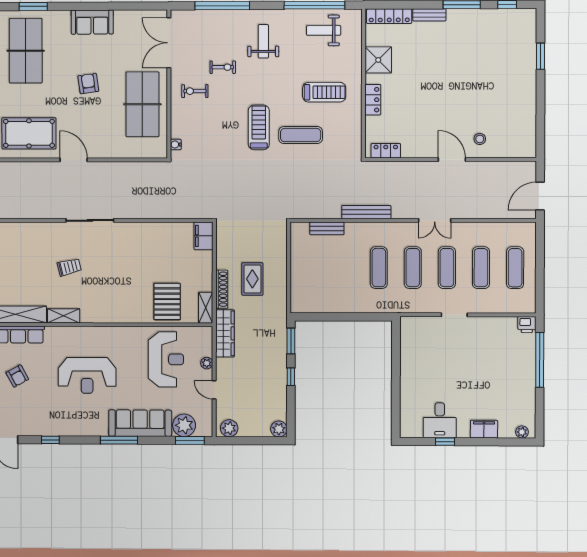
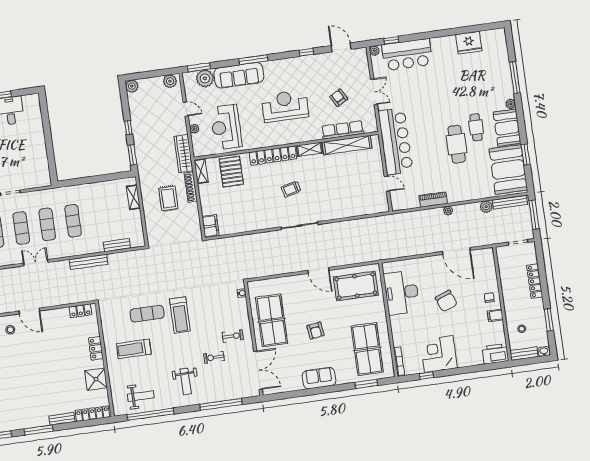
trolley: (69, 267) -> (291, 189), moved
shelving: (297, 287) -> (133, 197), added
locker: (111, 315) -> (273, 156), added

